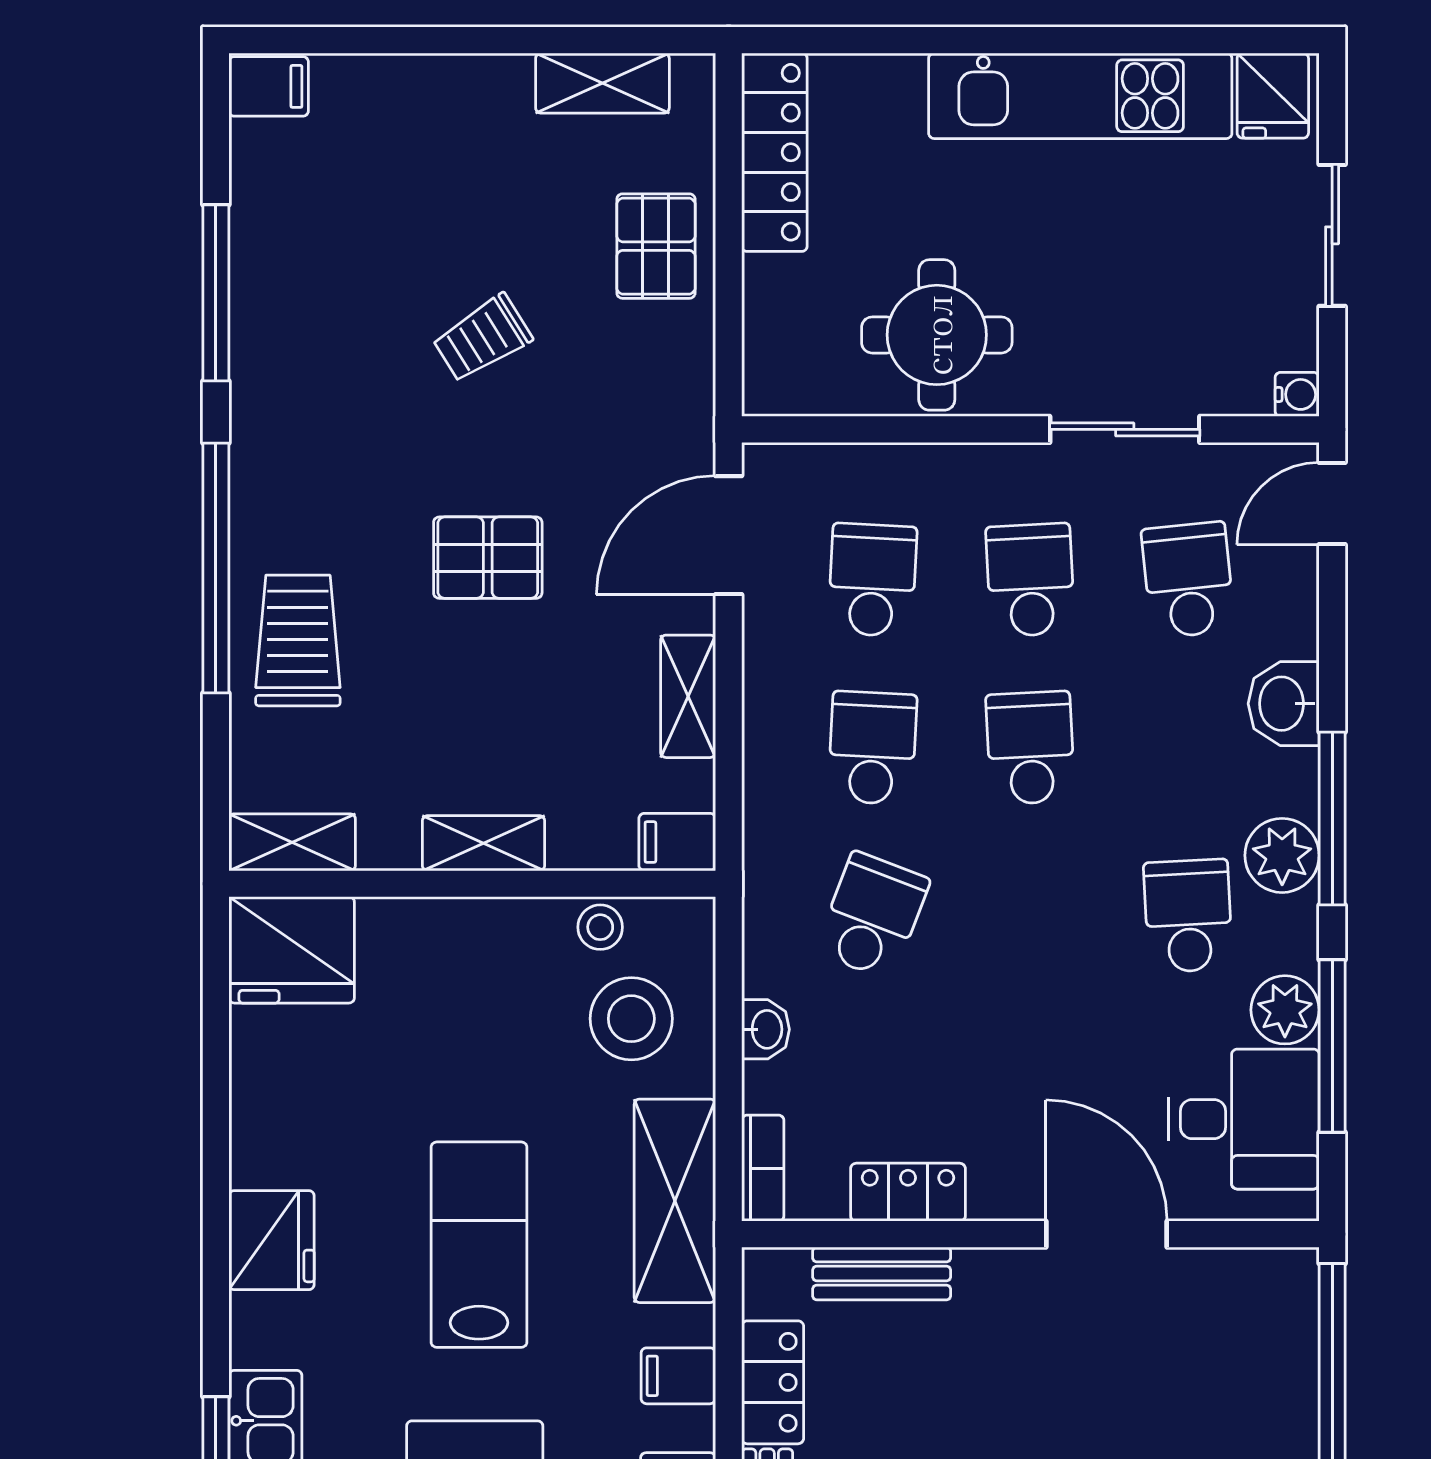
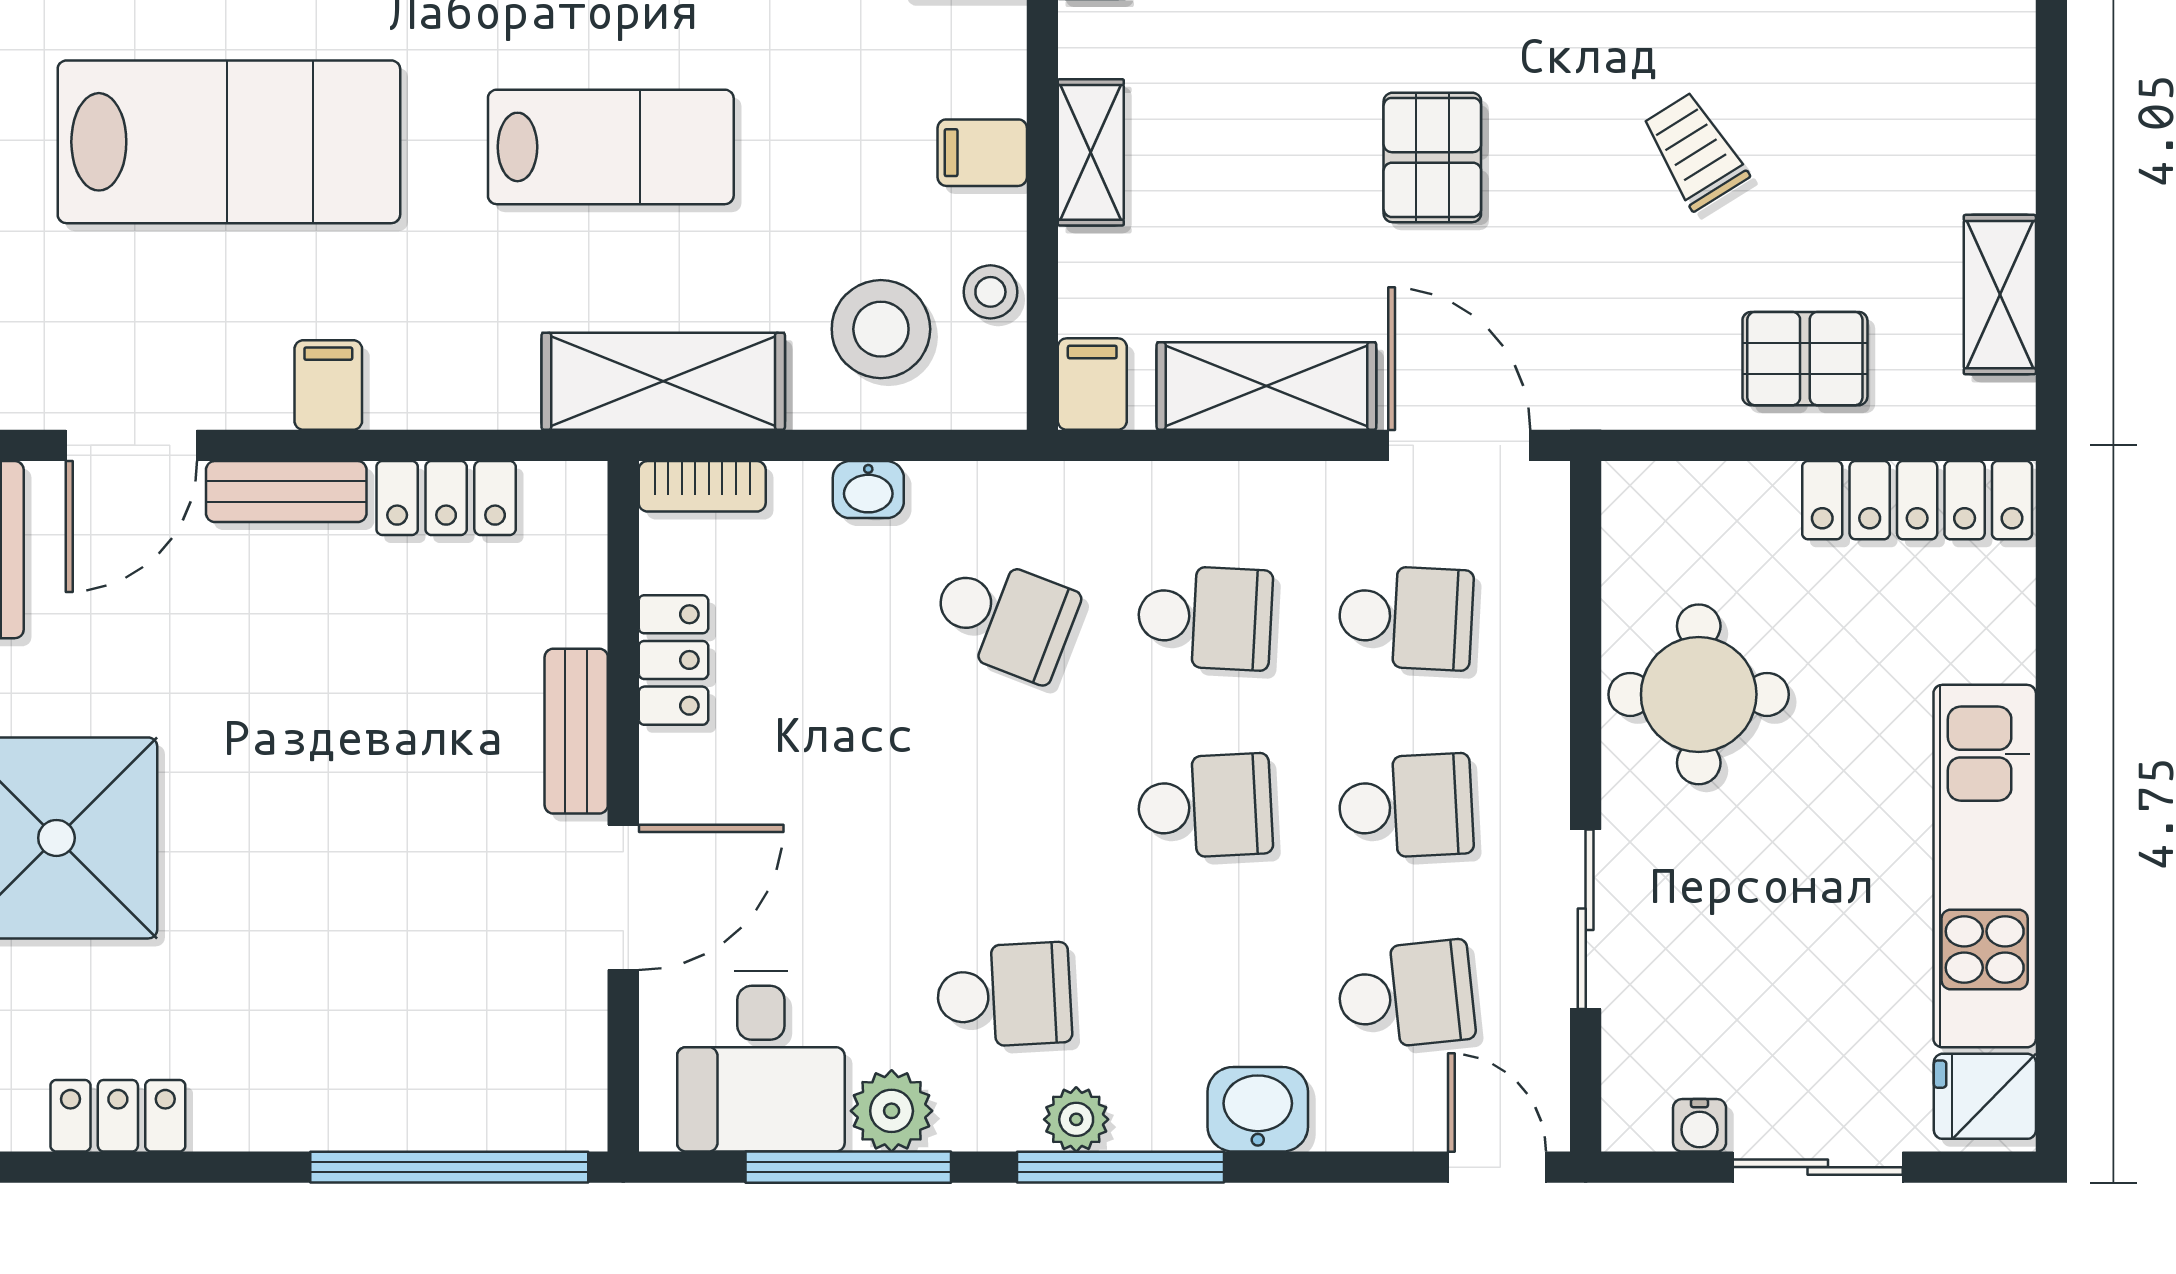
water cooler: (1297, 394) -> (1700, 1125), moved
shelving: (688, 696) -> (1266, 386), width x1.50, depth x1.33
plant: (1282, 855) -> (1076, 1119), width x0.73, depth x0.73
bench: (882, 1274) -> (576, 731), moved
filing cabinet: (678, 1376) -> (982, 153), moved, turned -90

